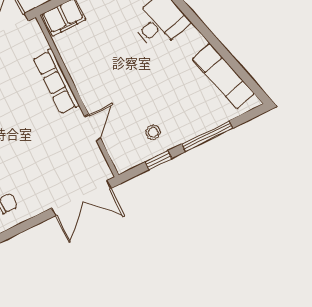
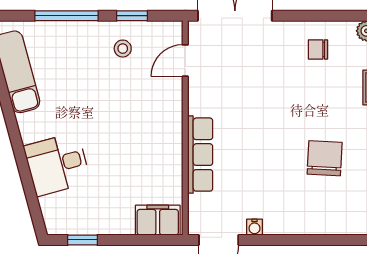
door: (93, 127) -> (185, 60), moved

